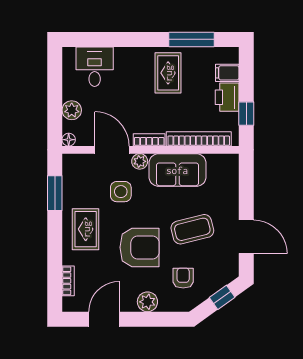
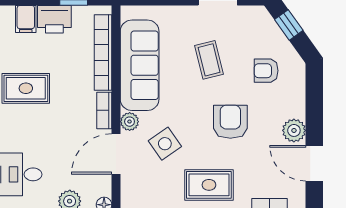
sofa: (177, 170) -> (140, 65), width x1.36
side table: (121, 192) -> (165, 144), turned -35
coffee table: (192, 229) -> (209, 60), width x0.73, depth x0.77
armchair: (140, 247) -> (230, 122), width x0.73, depth x0.73
plant: (147, 302) -> (294, 130), moved

